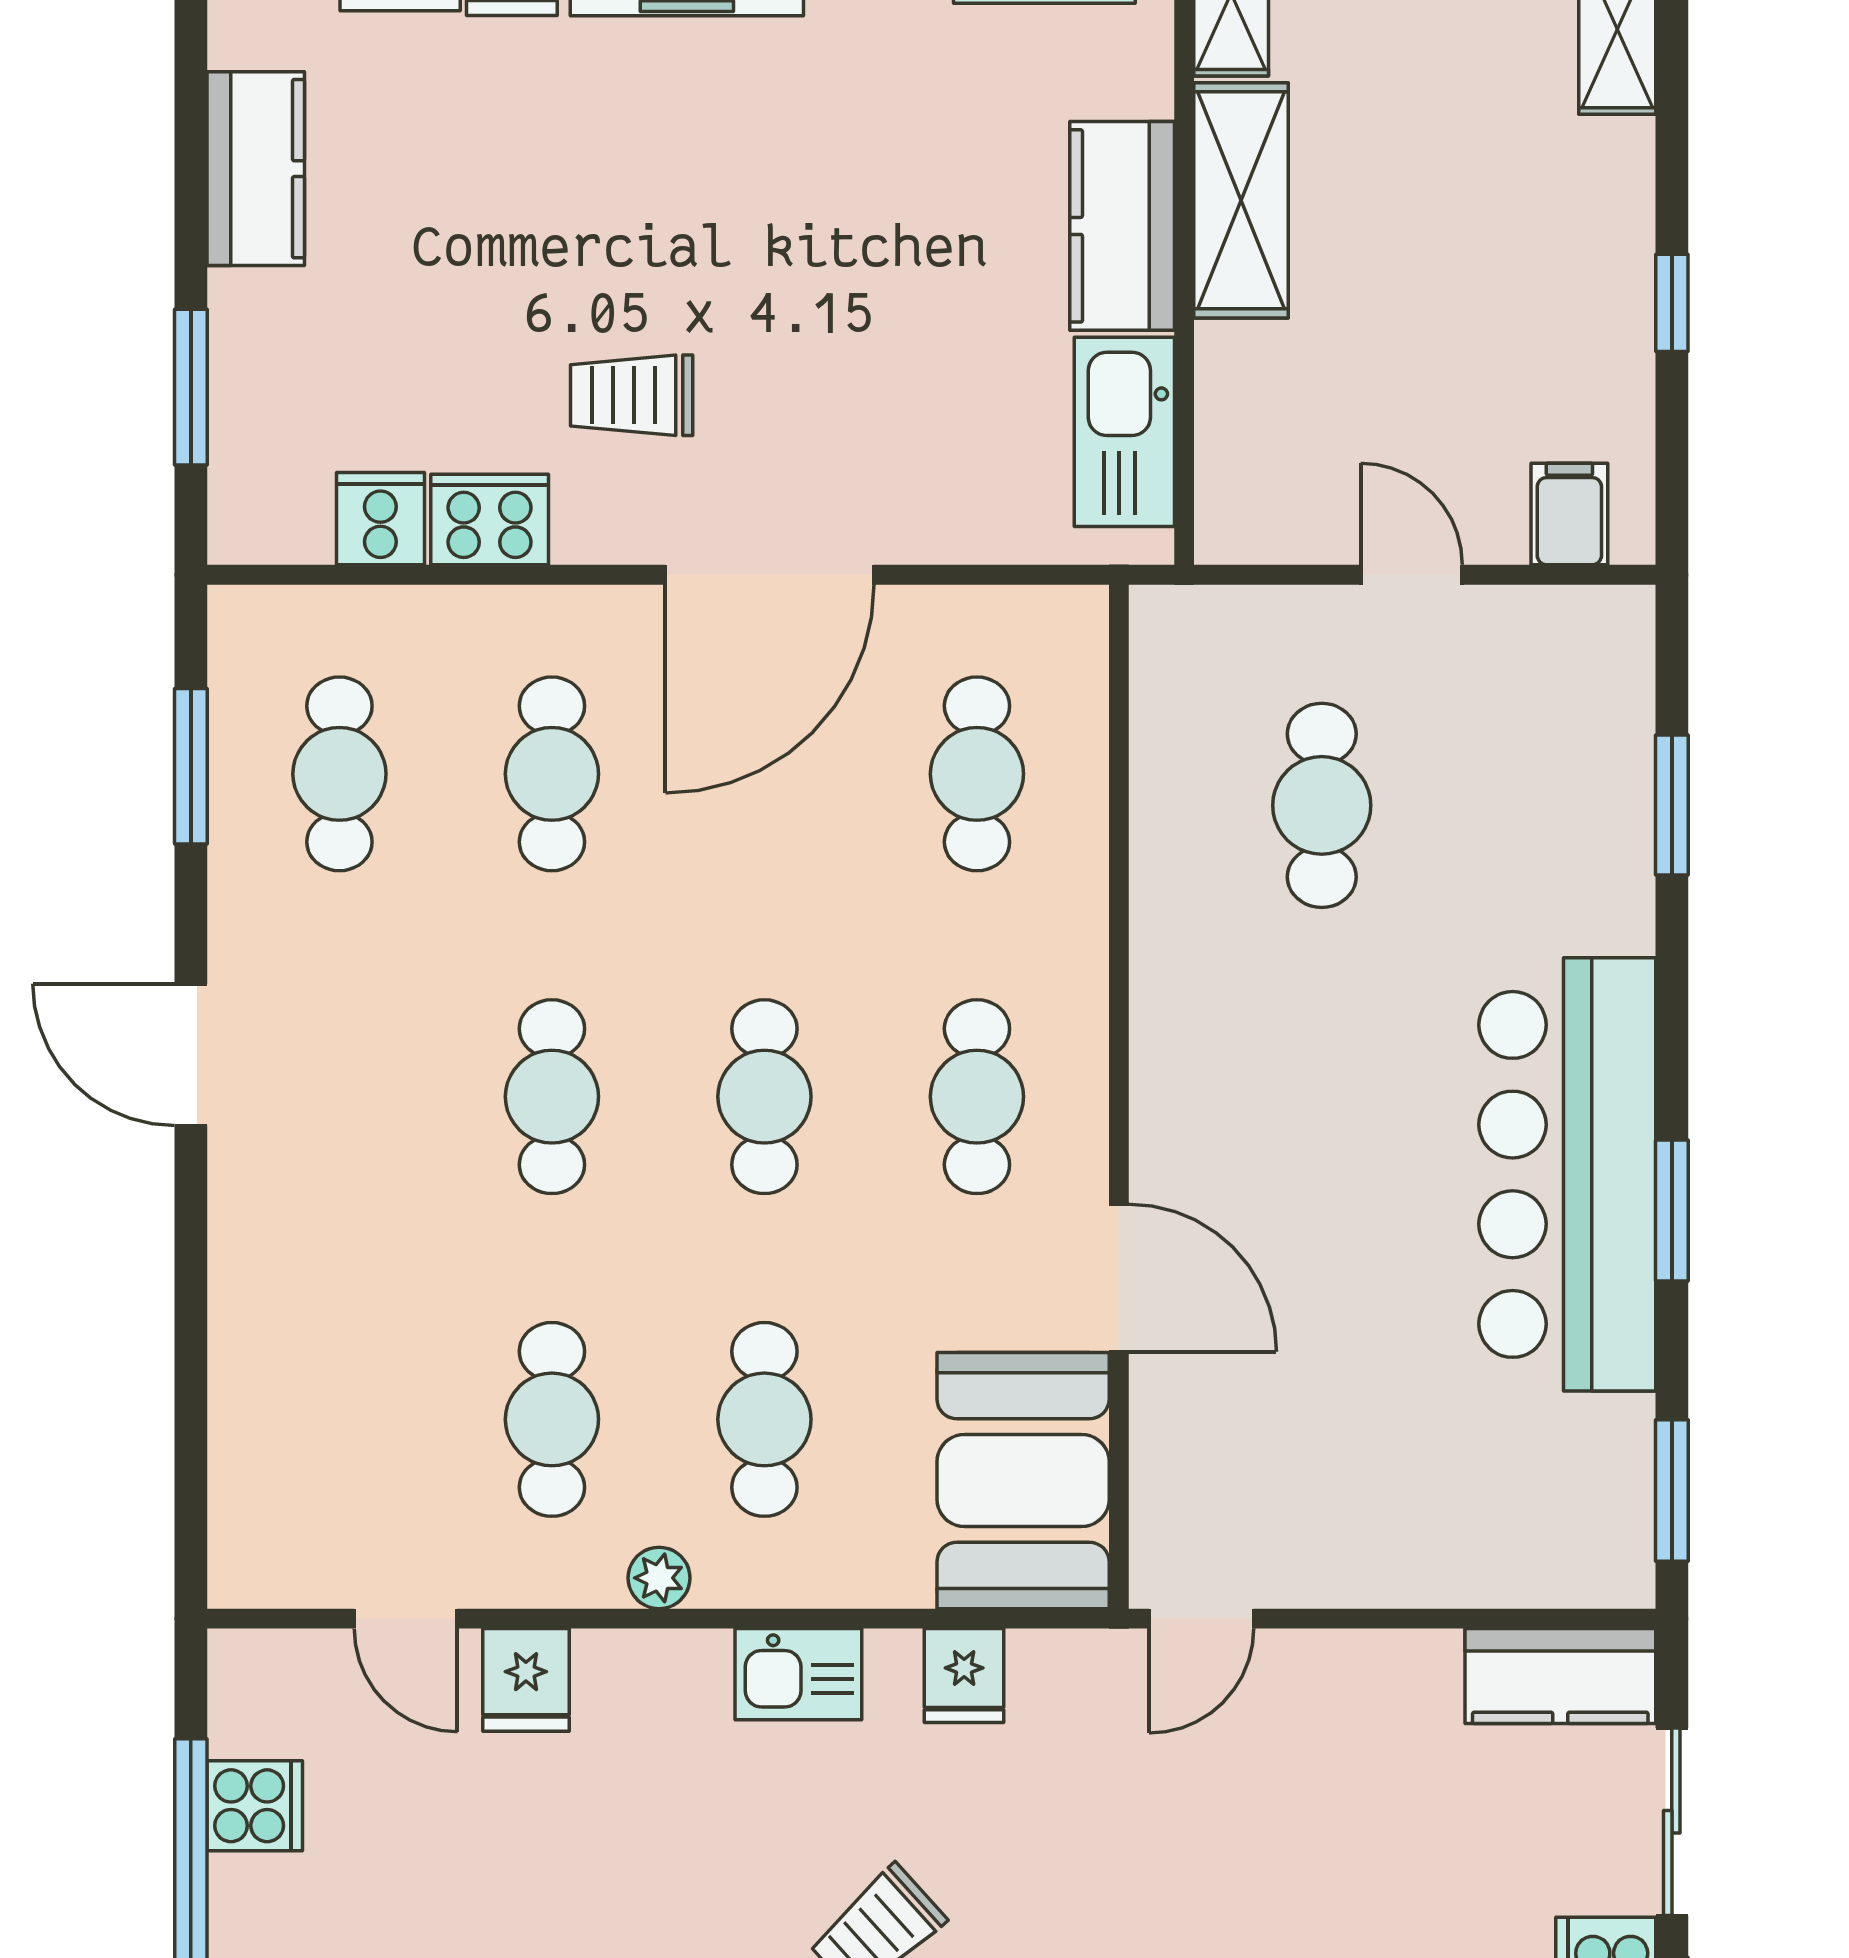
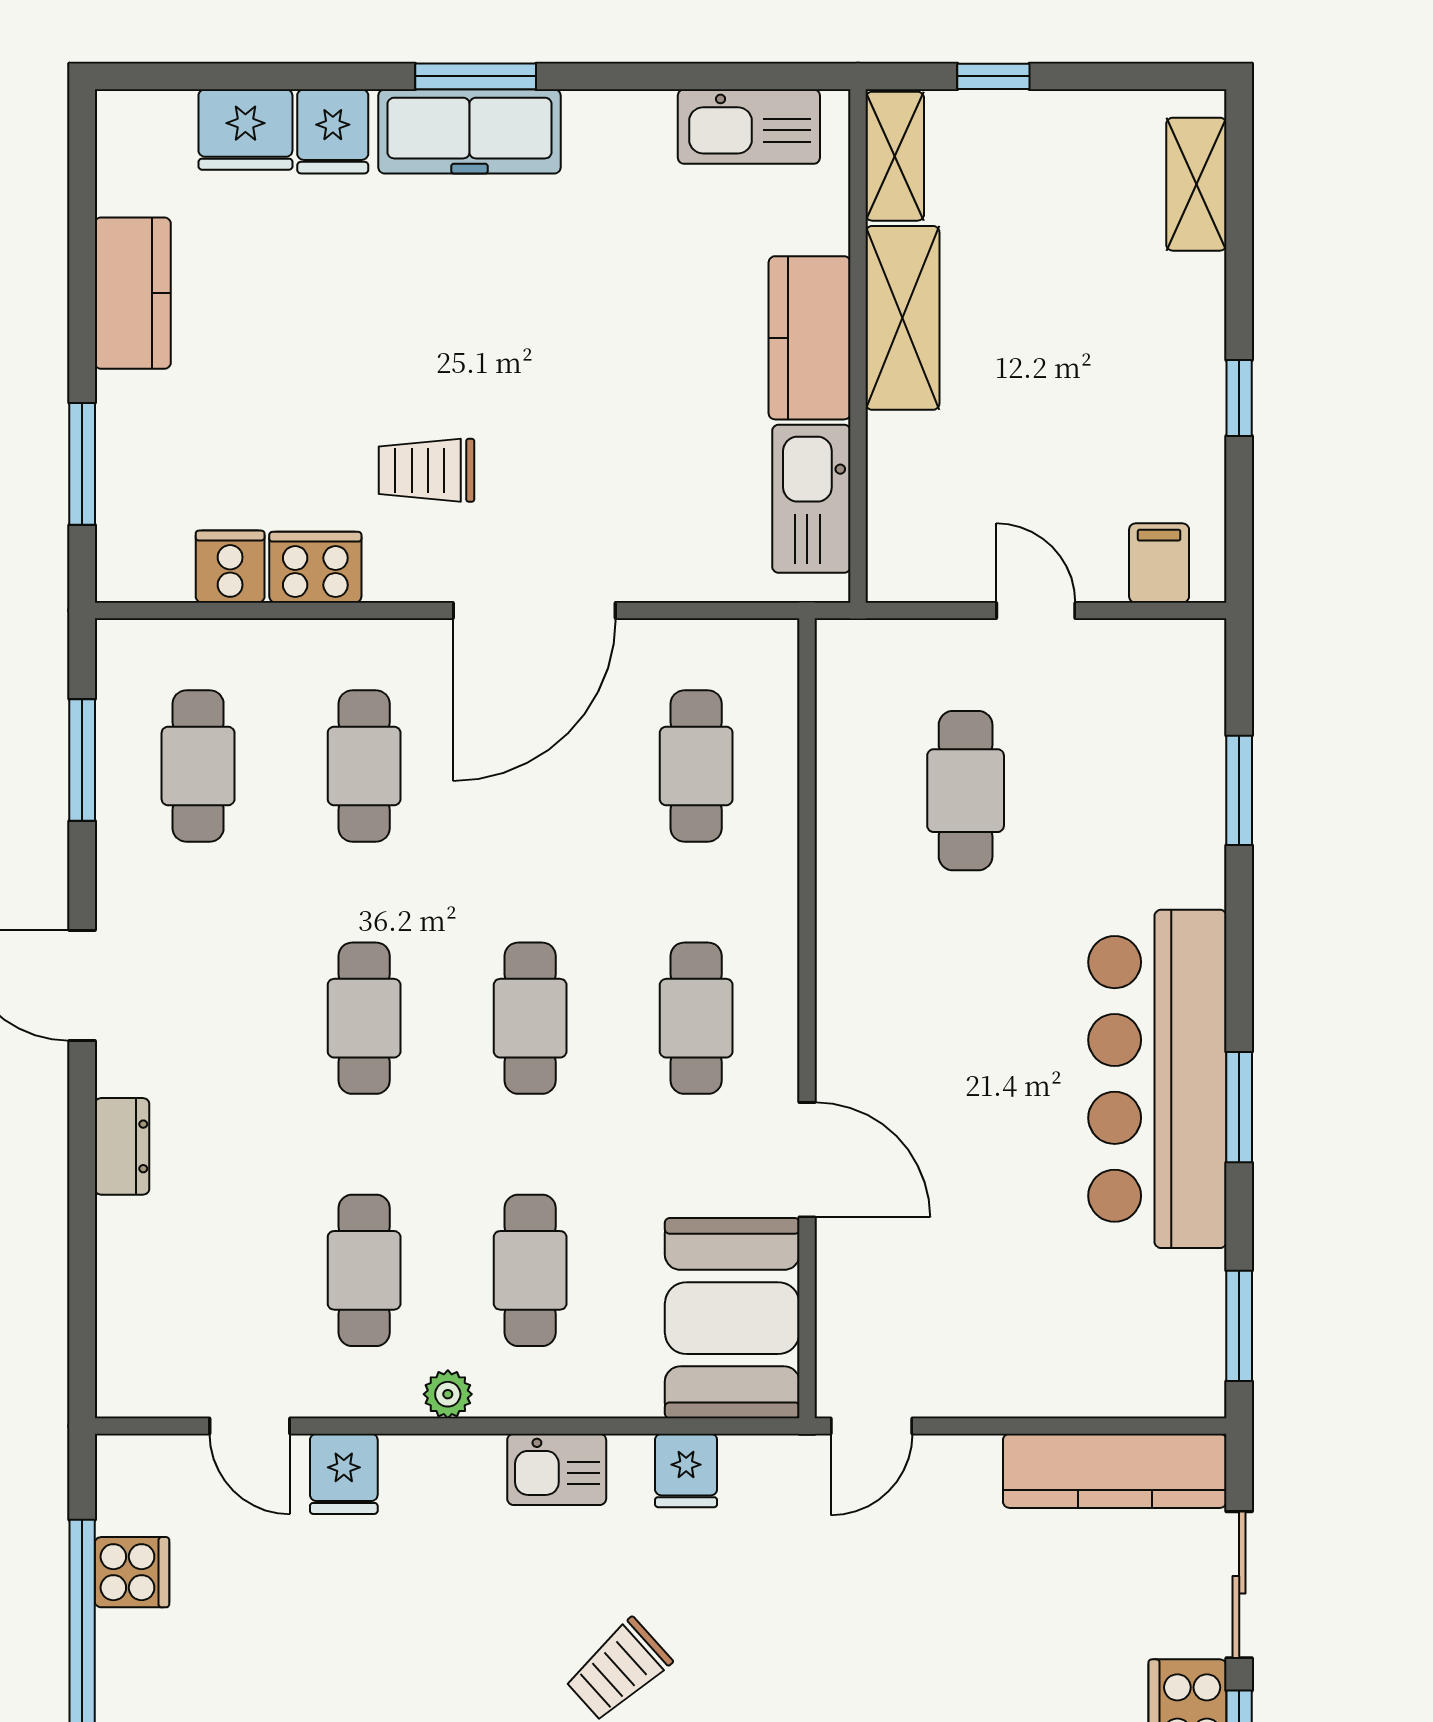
dresser: (242, 1261) -> (122, 1146), added
kitchen counter: (1560, 1676) -> (1115, 1471), width x1.50

